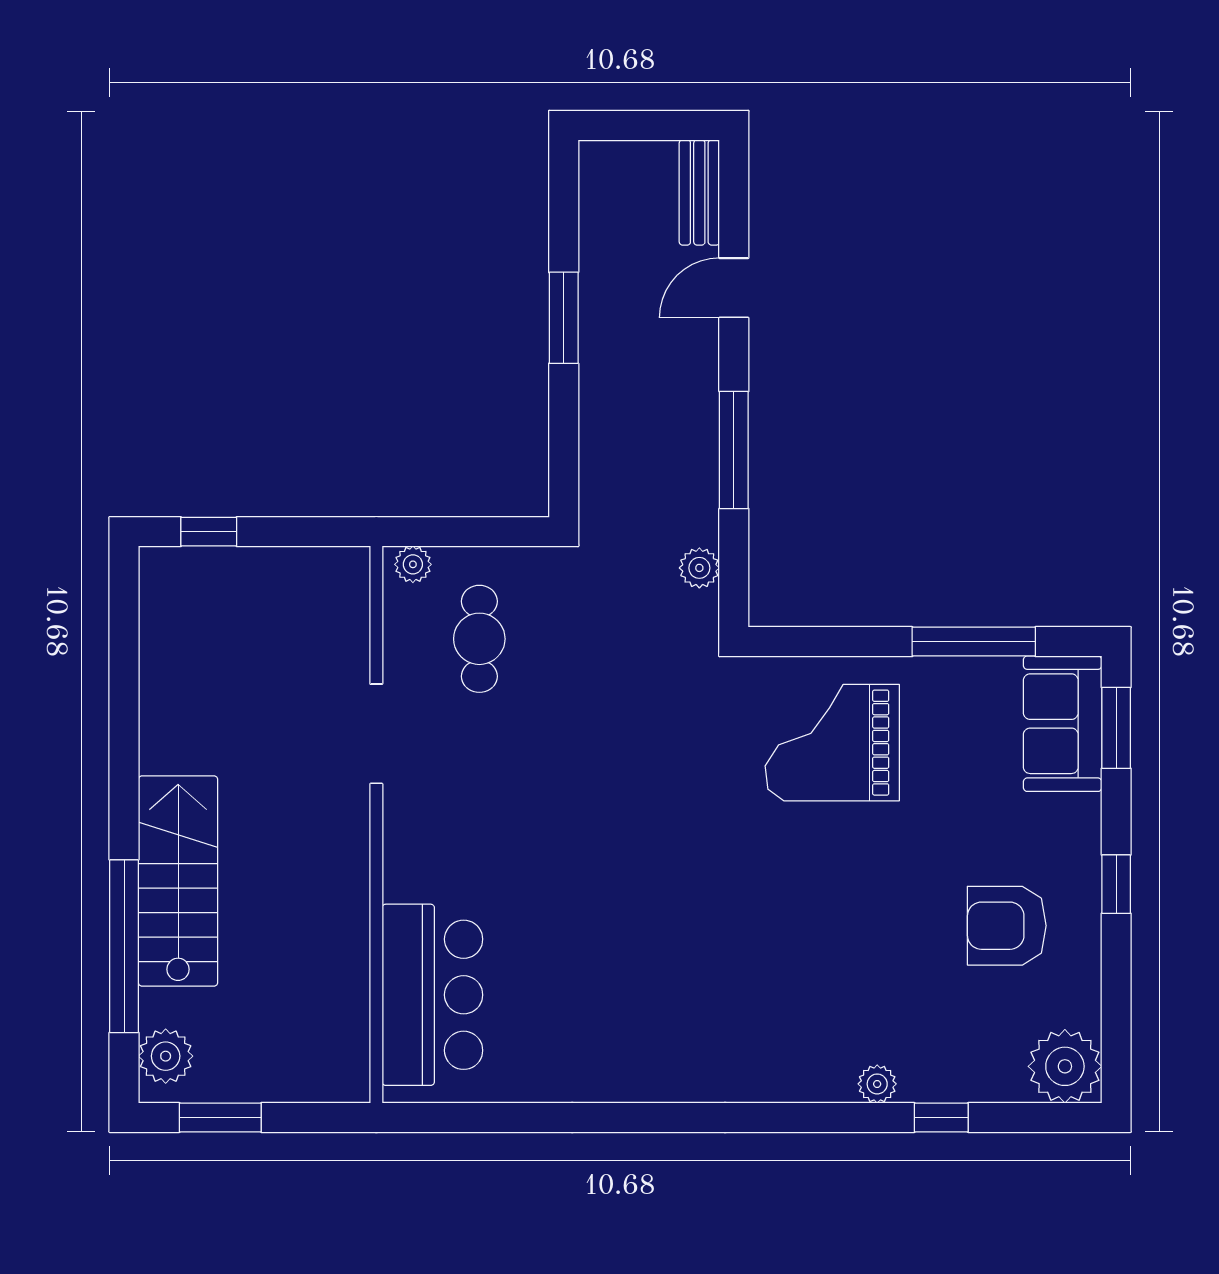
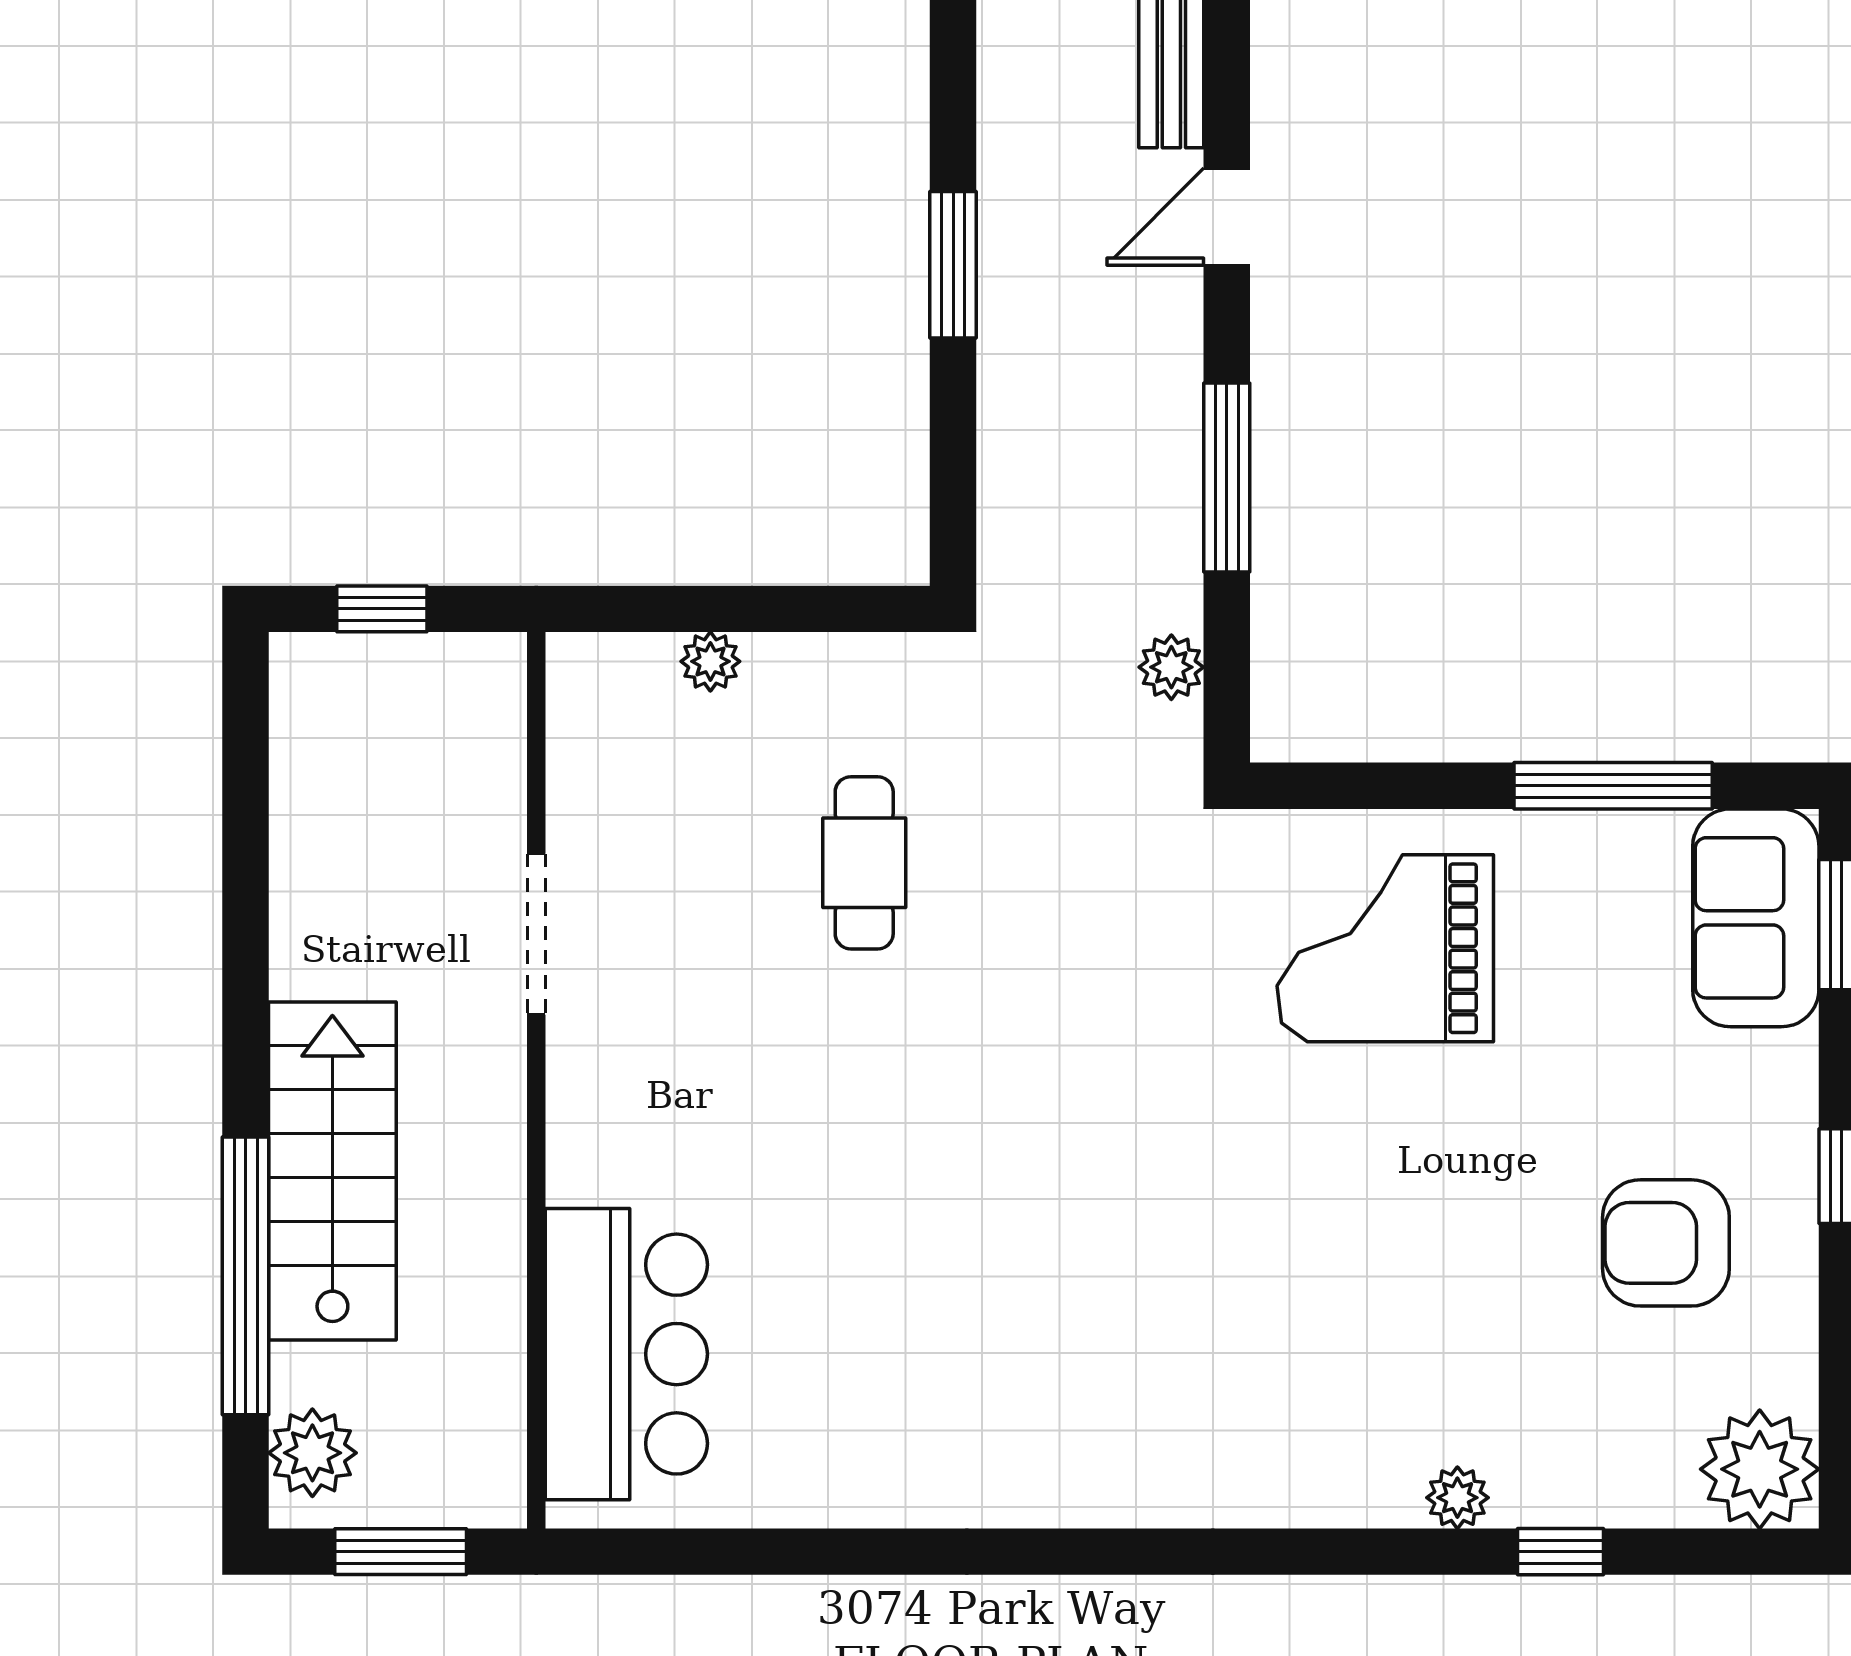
cafe table: (479, 639) -> (864, 863), moved
doorway: (376, 734) -> (536, 934), moved
wall: (376, 825) -> (536, 1080), moved
bar counter: (432, 995) -> (626, 1354), moved

